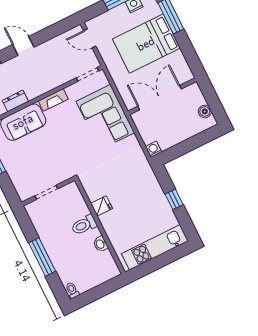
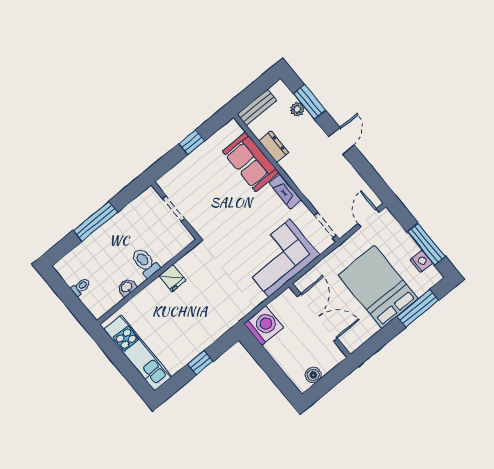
washing machine: (154, 149) -> (264, 325), width x1.89, depth x1.89
toilet: (72, 290) -> (81, 287), moved

